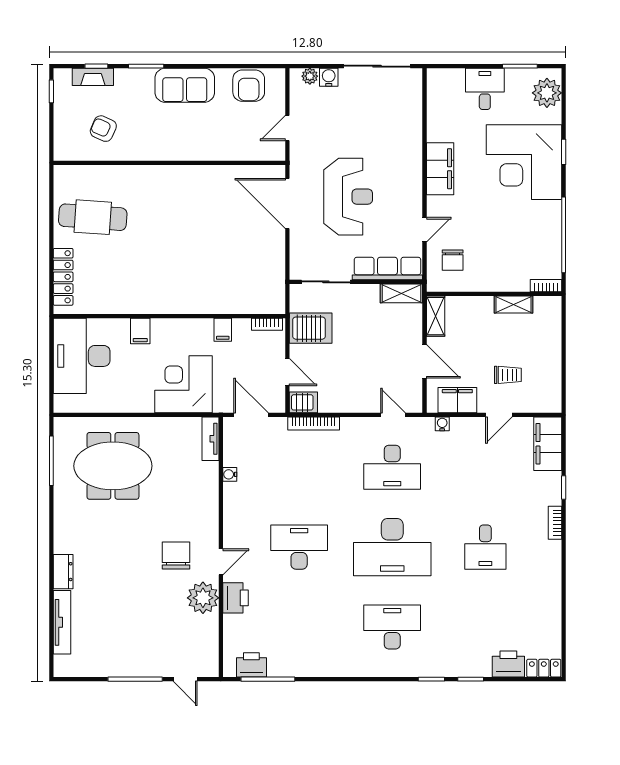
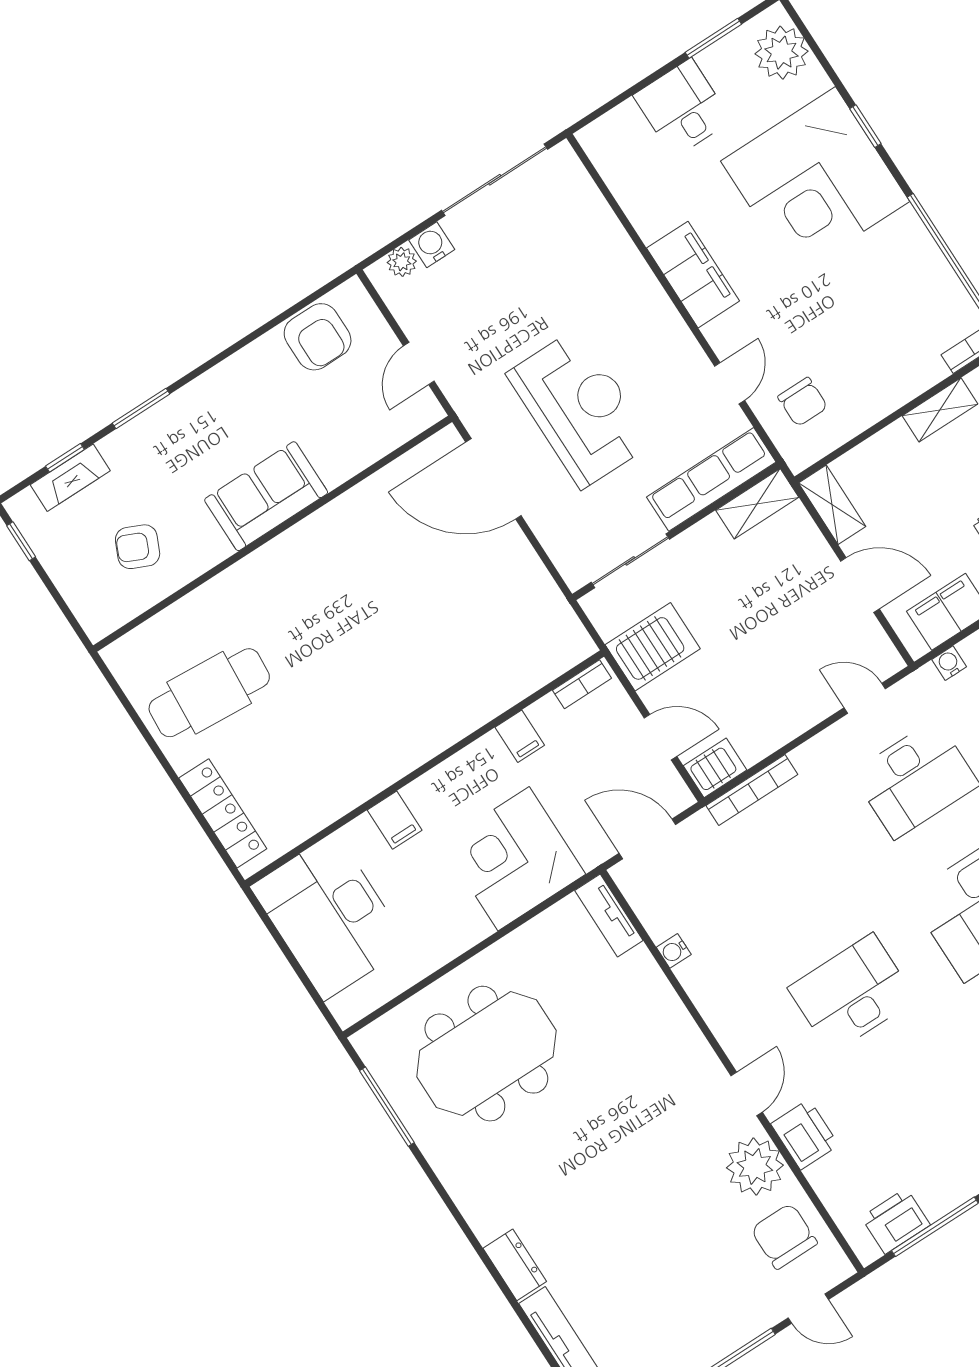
sofa: (185, 85) -> (266, 496), moved, turned 180
chair: (176, 556) -> (784, 1236), moved

